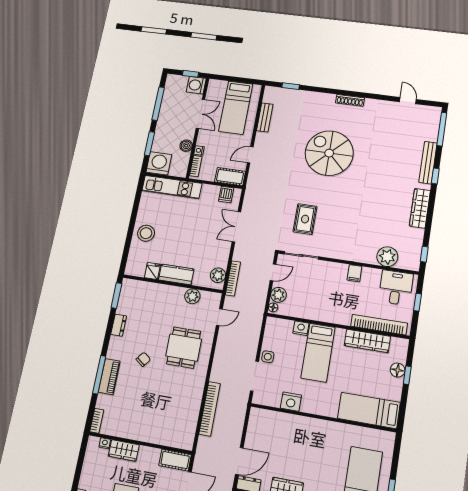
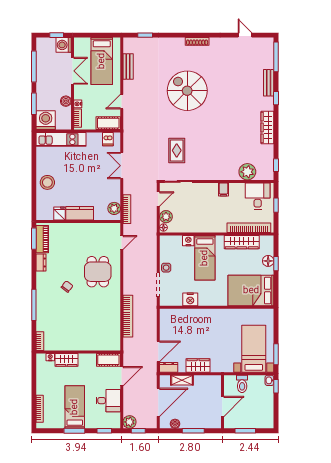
bench: (428, 163) -> (269, 83), width x0.73
plant: (192, 296) -> (97, 229), removed
piano: (109, 377) -> (42, 239), moved
bed: (369, 410) -> (251, 291), width x1.50

